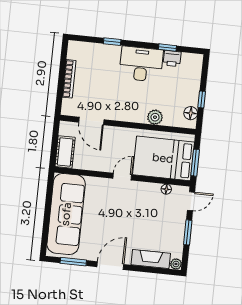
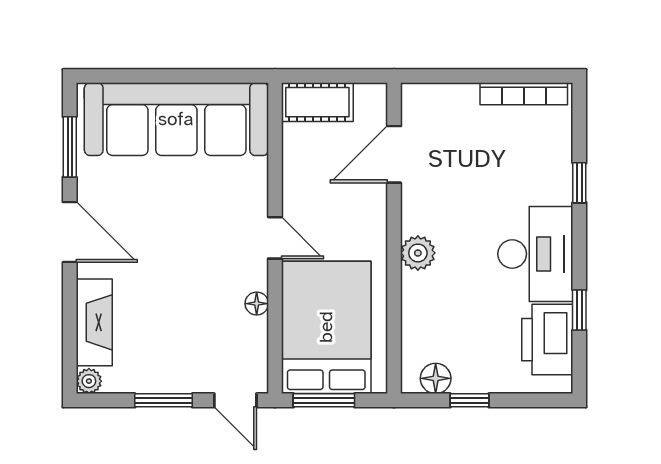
printer: (172, 58) -> (547, 340), width x1.87, depth x1.48
bookcase: (69, 79) -> (524, 94), moved
plant: (155, 117) -> (418, 253), moved
floor lamp: (166, 189) -> (257, 304), moved

